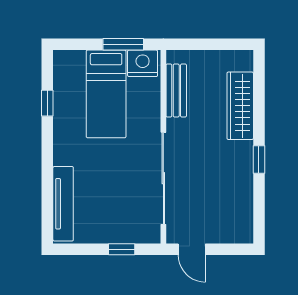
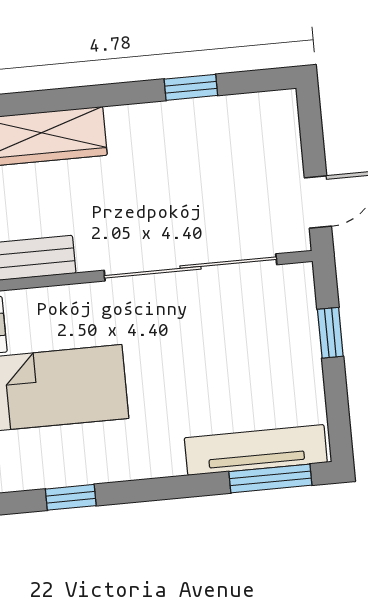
window: (259, 160) -> (191, 87), moved
window: (47, 210) -> (270, 478), added

